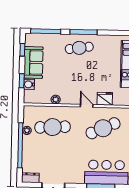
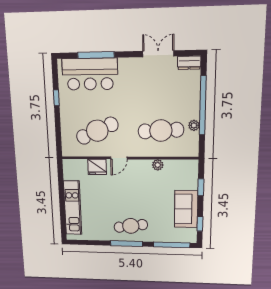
water cooler: (29, 84) -> (191, 183), removed
door: (87, 106) -> (119, 158), hinge flipped

